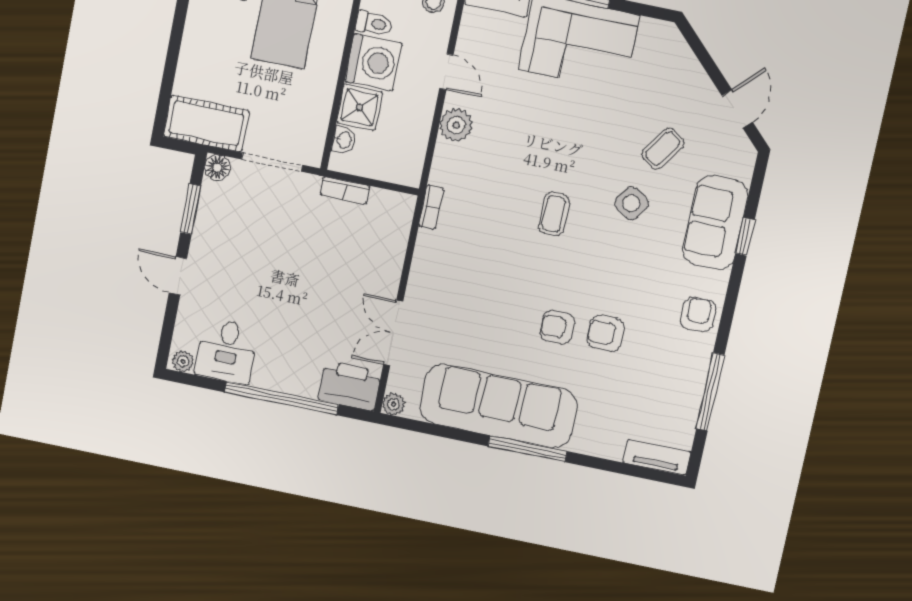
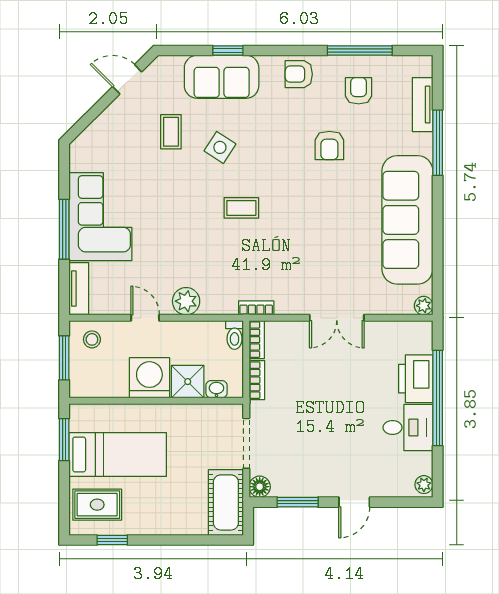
toilet: (374, 24) -> (235, 335), moved, turned 180
door: (446, 72) -> (145, 318), hinge flipped
coffee table: (663, 149) -> (171, 132), turned 55
bookcase: (393, 200) -> (257, 340), added
armchair: (557, 327) -> (359, 91), moved, turned 180
double door: (393, 333) -> (337, 318), moved
desk: (227, 351) -> (408, 428), moved
printer: (350, 386) -> (416, 379), moved
window: (528, 449) -> (438, 143), moved
tv unit: (657, 457) -> (423, 105), moved

